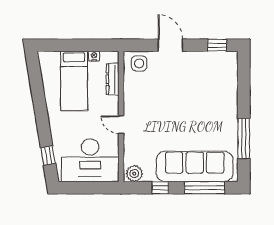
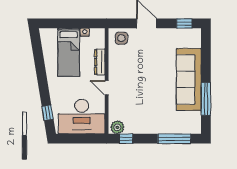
dresser: (113, 79) -> (100, 62), moved
sofa: (195, 167) -> (189, 80), moved, turned -90
window: (160, 188) -> (126, 139), moved

